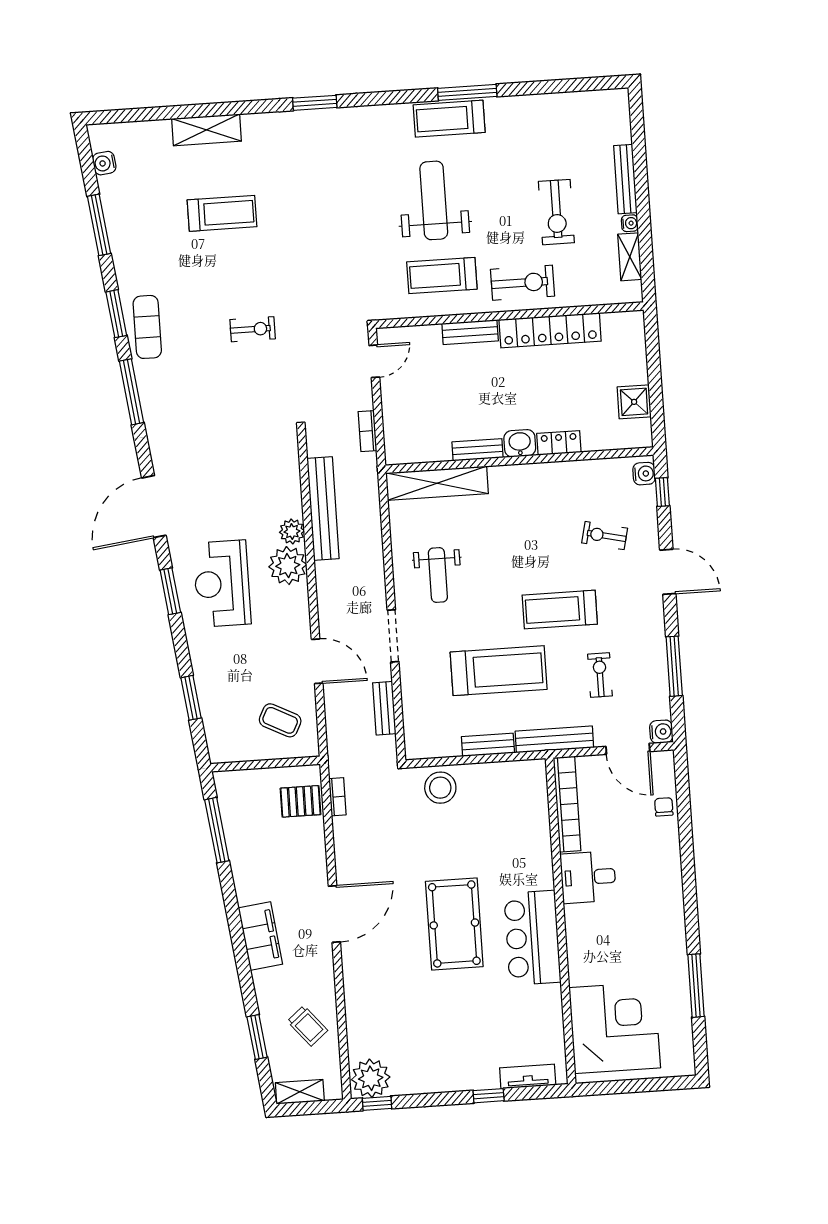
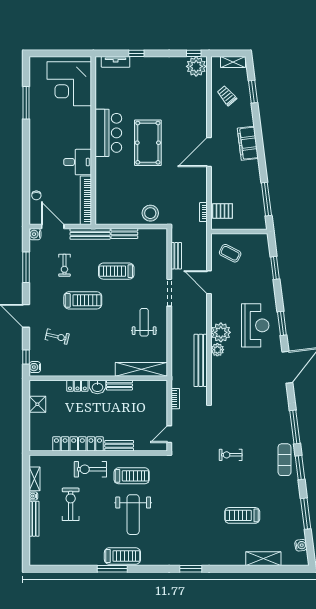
shelving: (207, 130) -> (263, 559), moved
treadmill: (499, 671) -> (116, 271), width x0.73, depth x0.73

